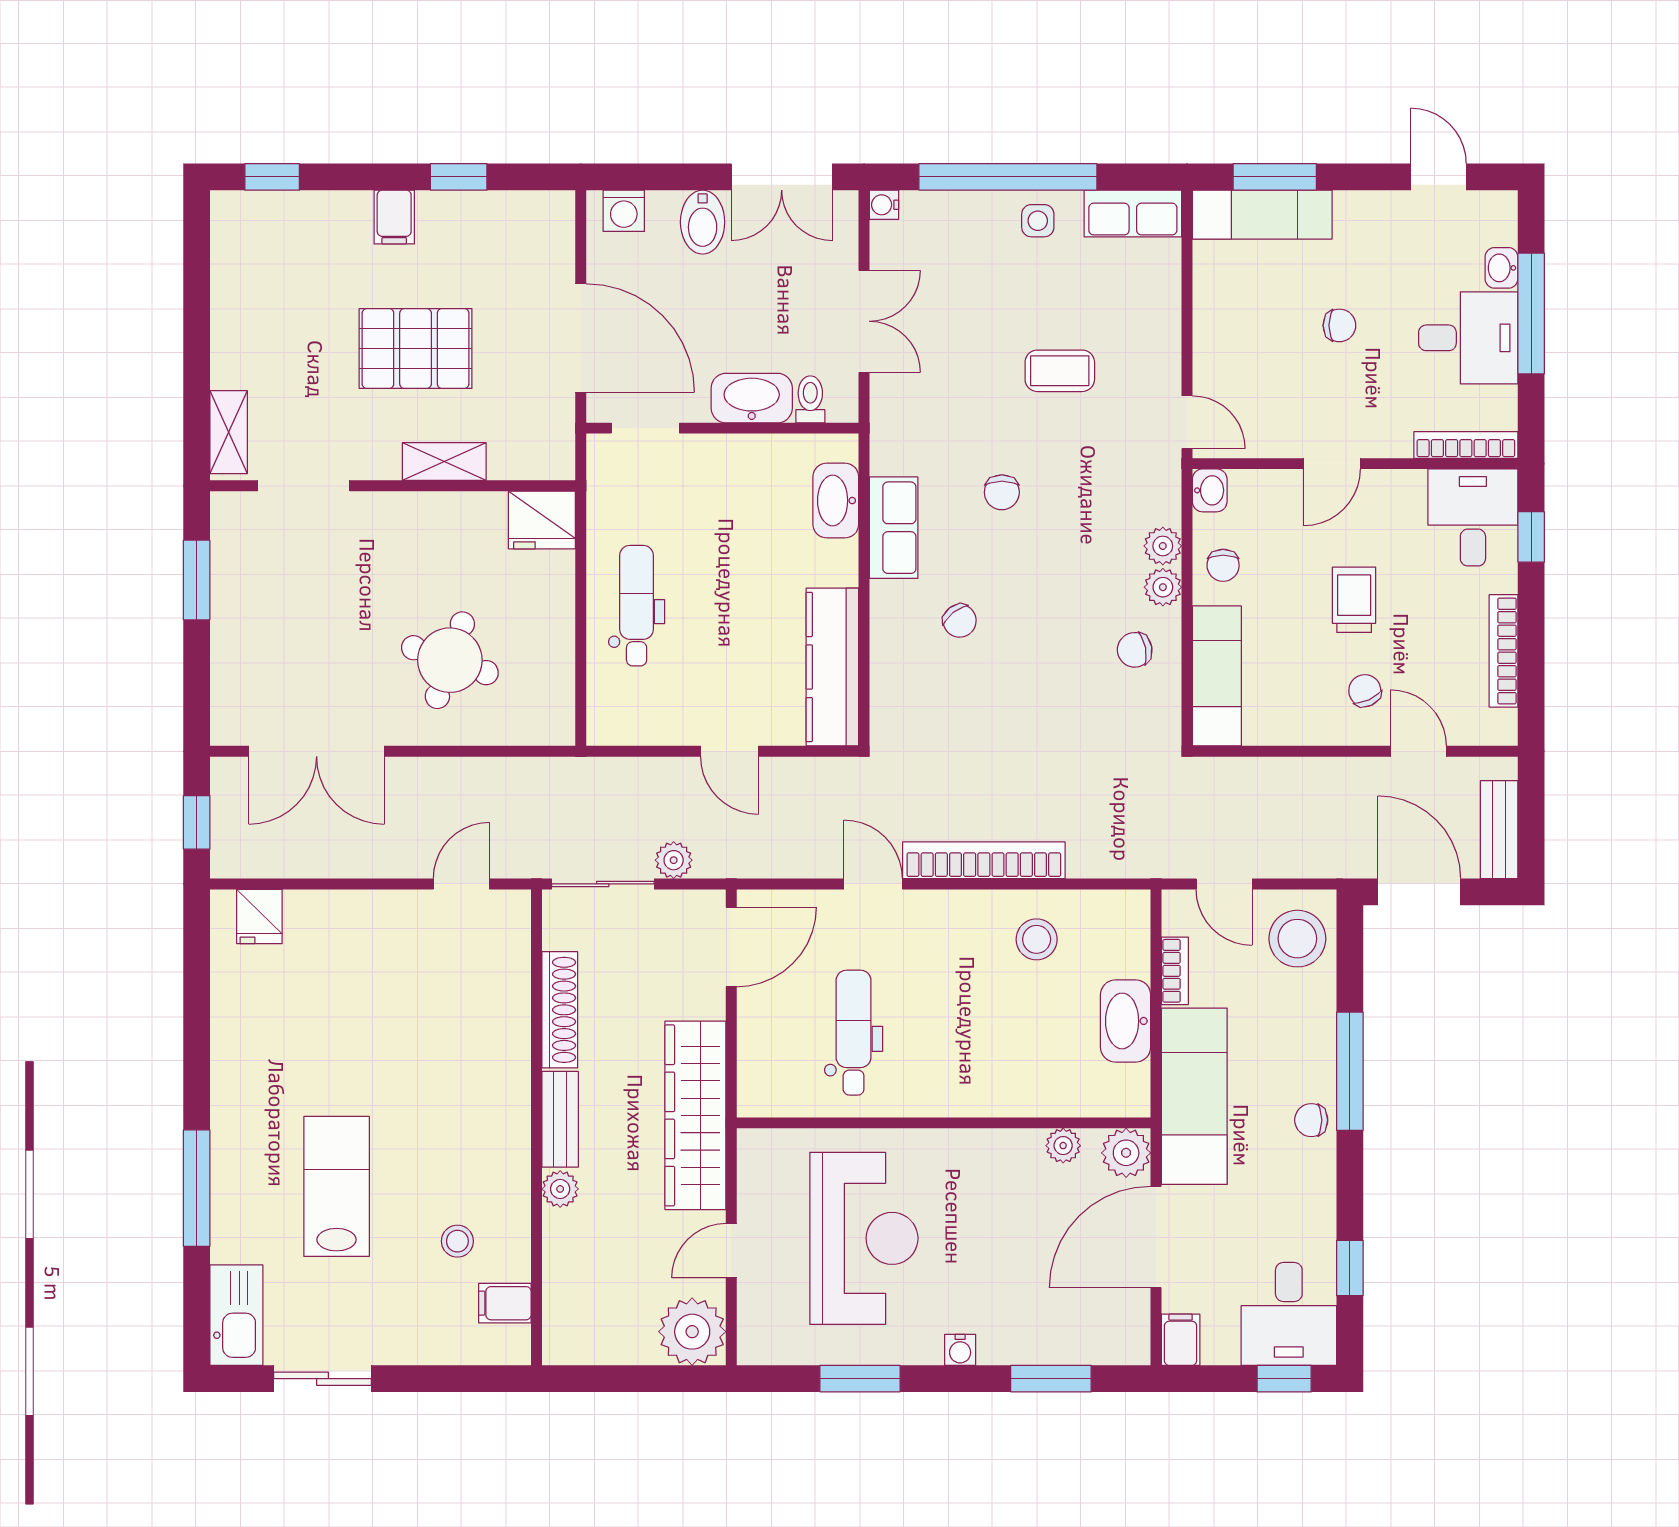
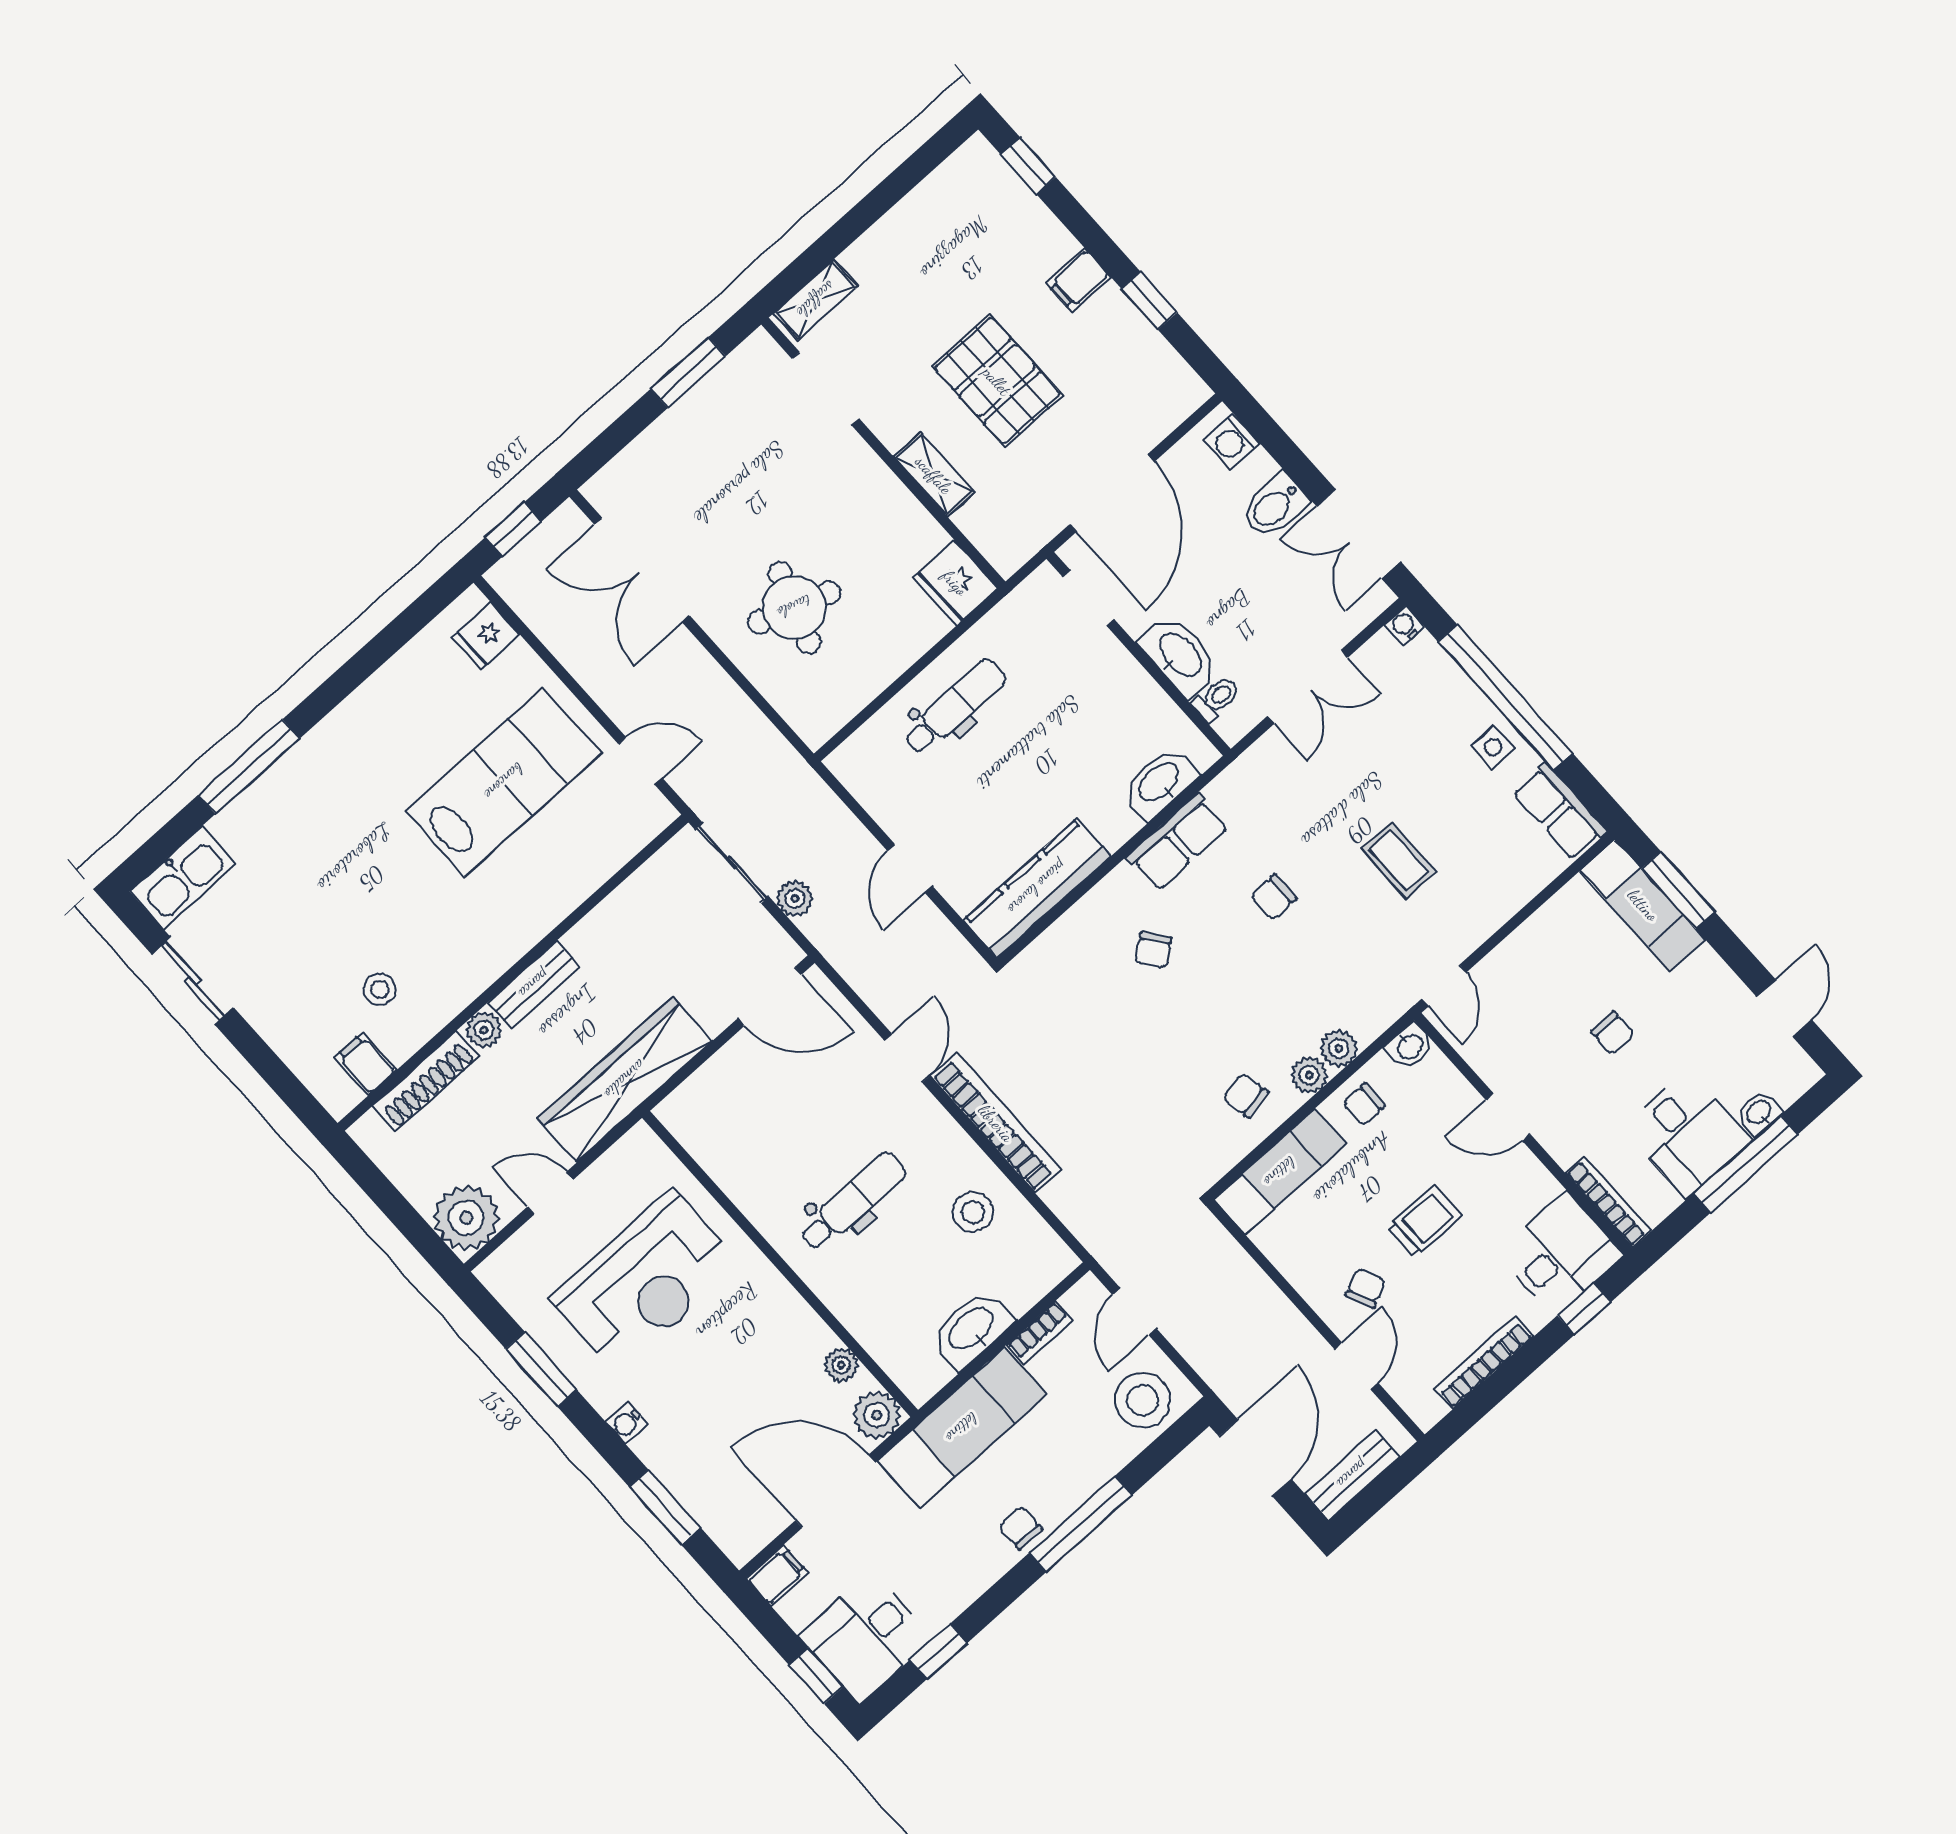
shoe rack: (560, 1010) -> (426, 1081), moved
dental chair: (854, 1033) -> (853, 1202), moved
lab bench: (337, 1186) -> (504, 782), moved, width x1.36, depth x1.39

